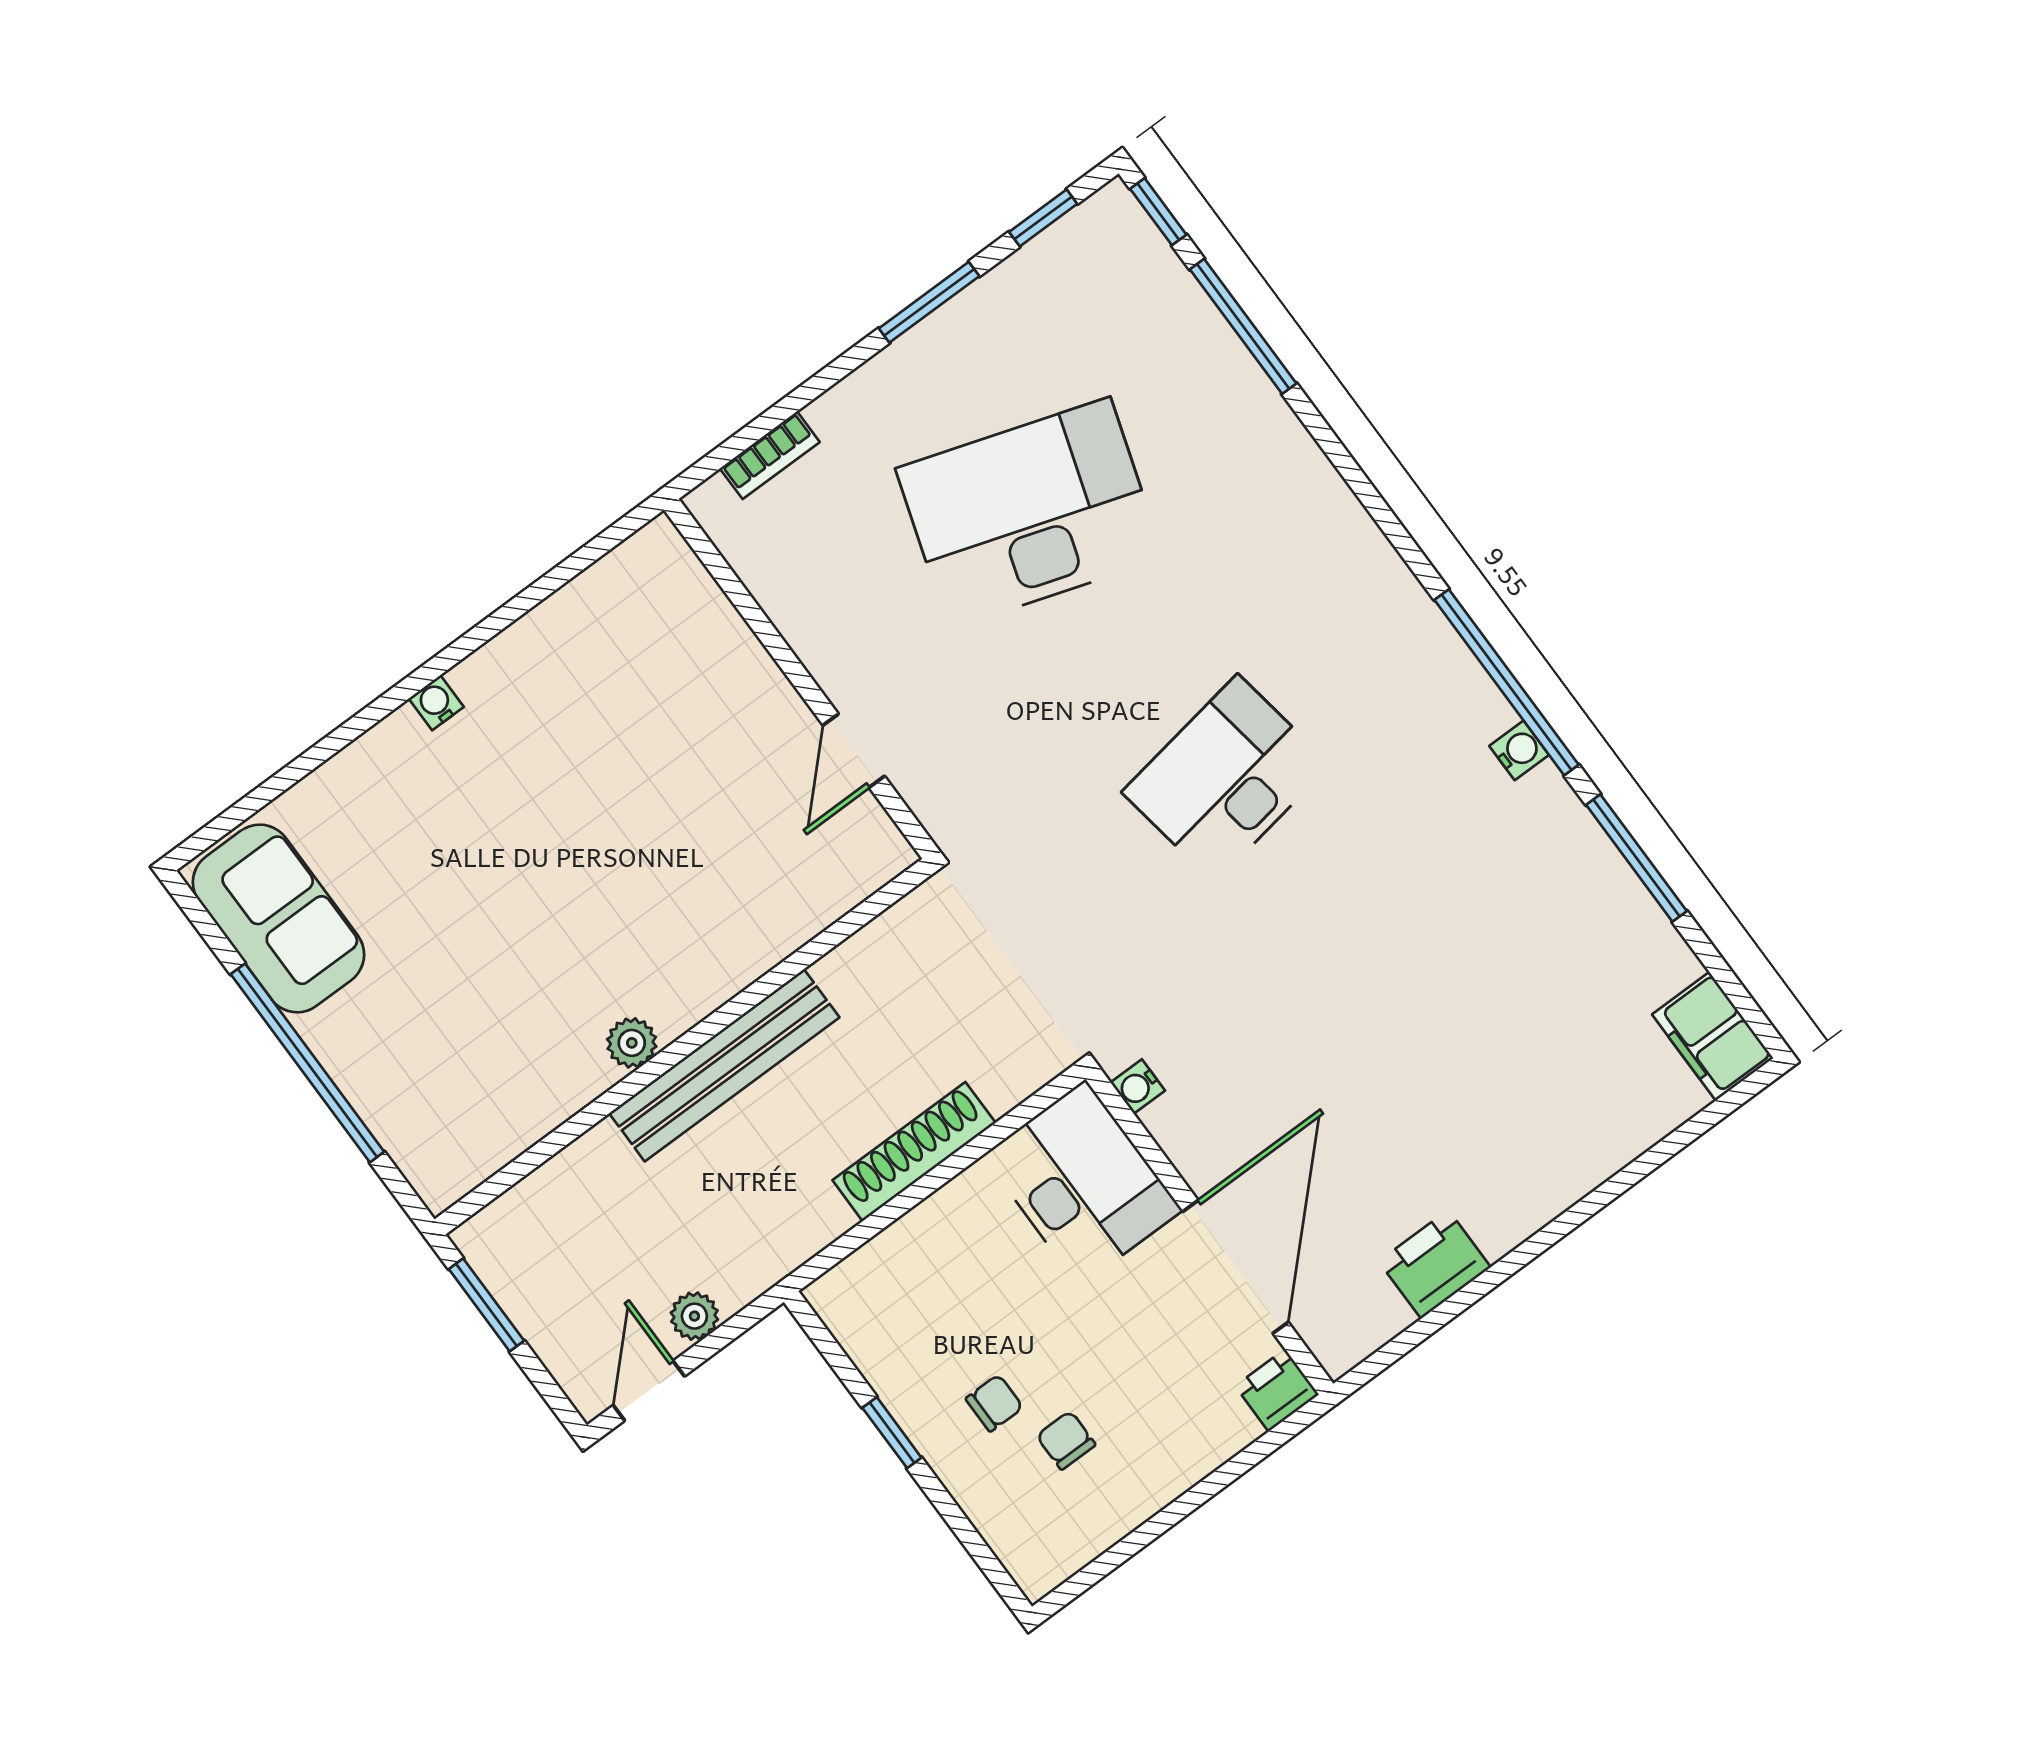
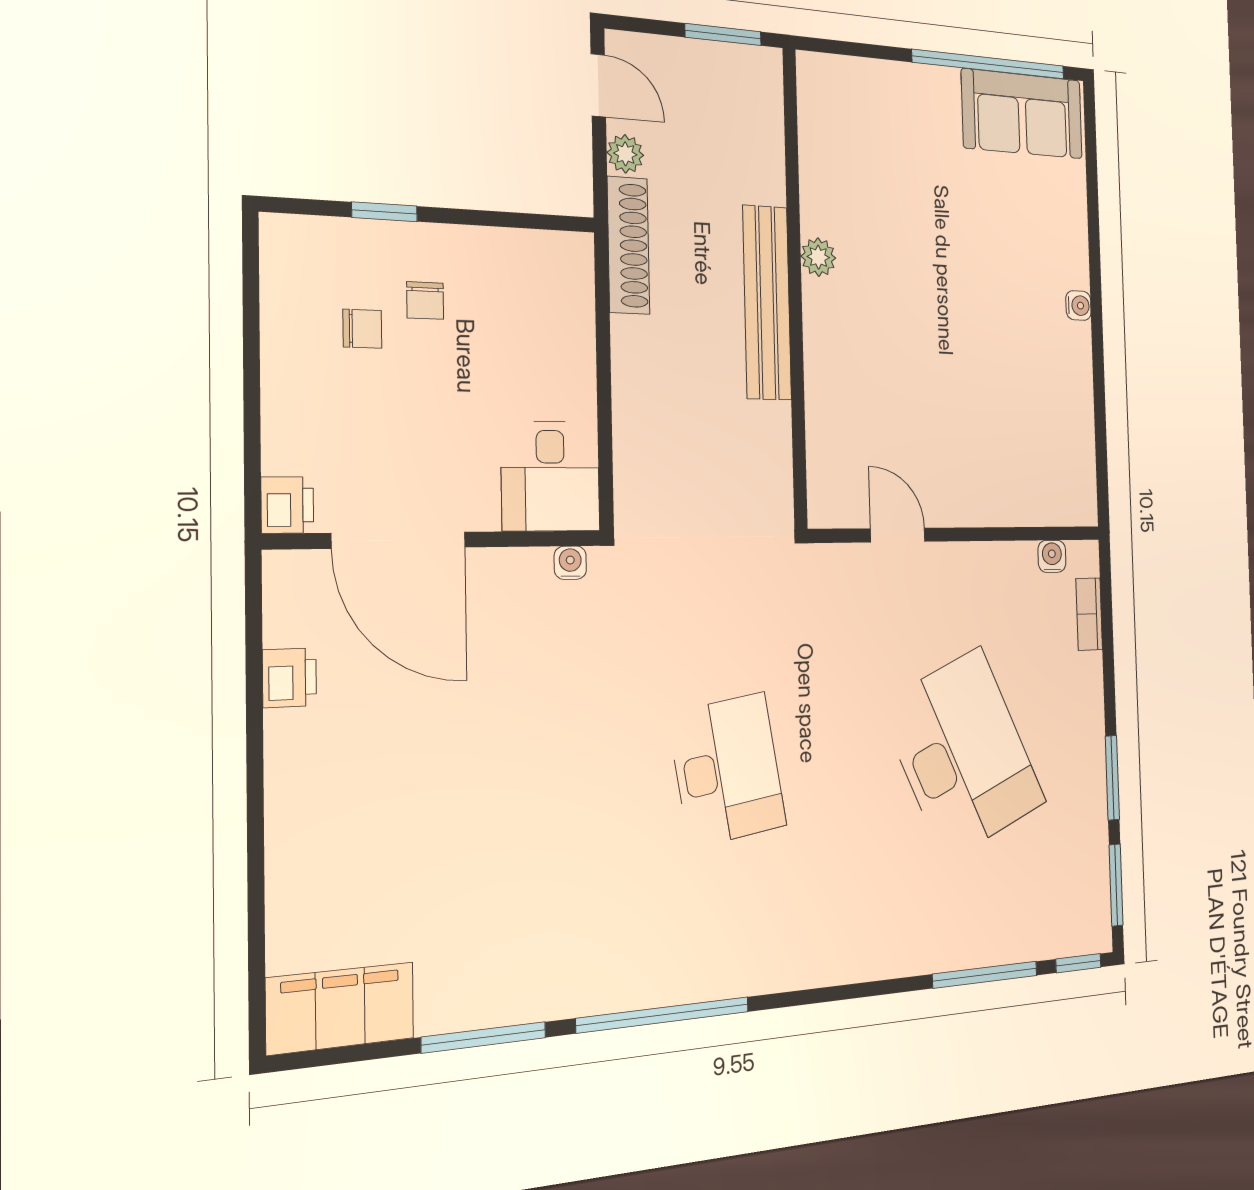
window: (1043, 218) -> (1116, 885), width x1.50
desk: (1030, 513) -> (963, 754), turned -42
water cooler: (1519, 750) -> (1052, 556), moved, turned 180
filing cabinet: (1713, 1036) -> (340, 1008), width x1.50, depth x1.17
window: (307, 1063) -> (989, 64), moved
shoe rack: (914, 1152) -> (628, 245), moved
desk: (1082, 1183) -> (551, 476), width x0.73
printer: (1435, 1264) -> (289, 678), width x0.73, depth x0.81
window: (892, 1433) -> (384, 212), moved

